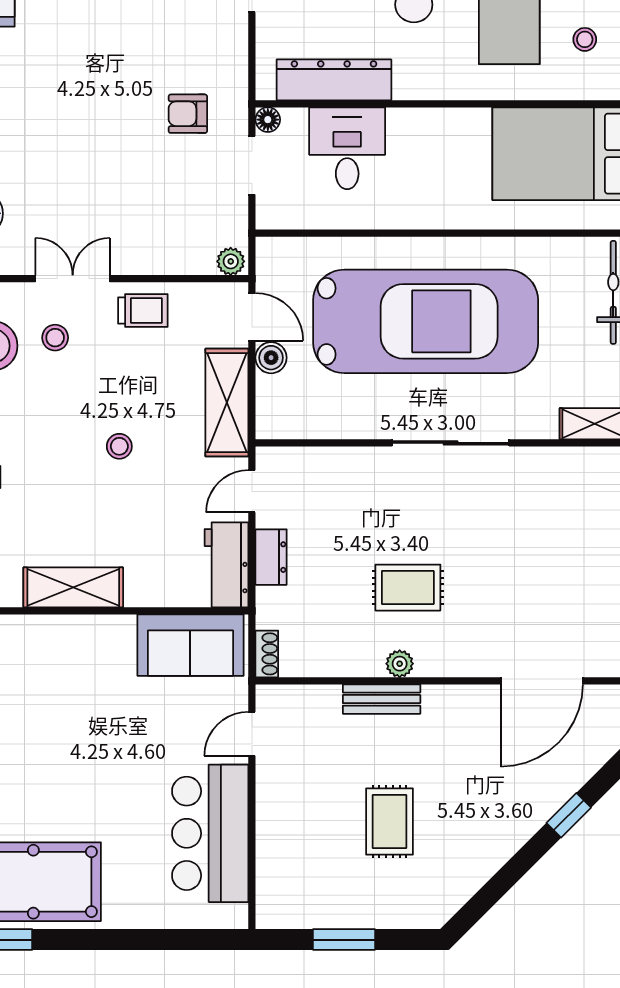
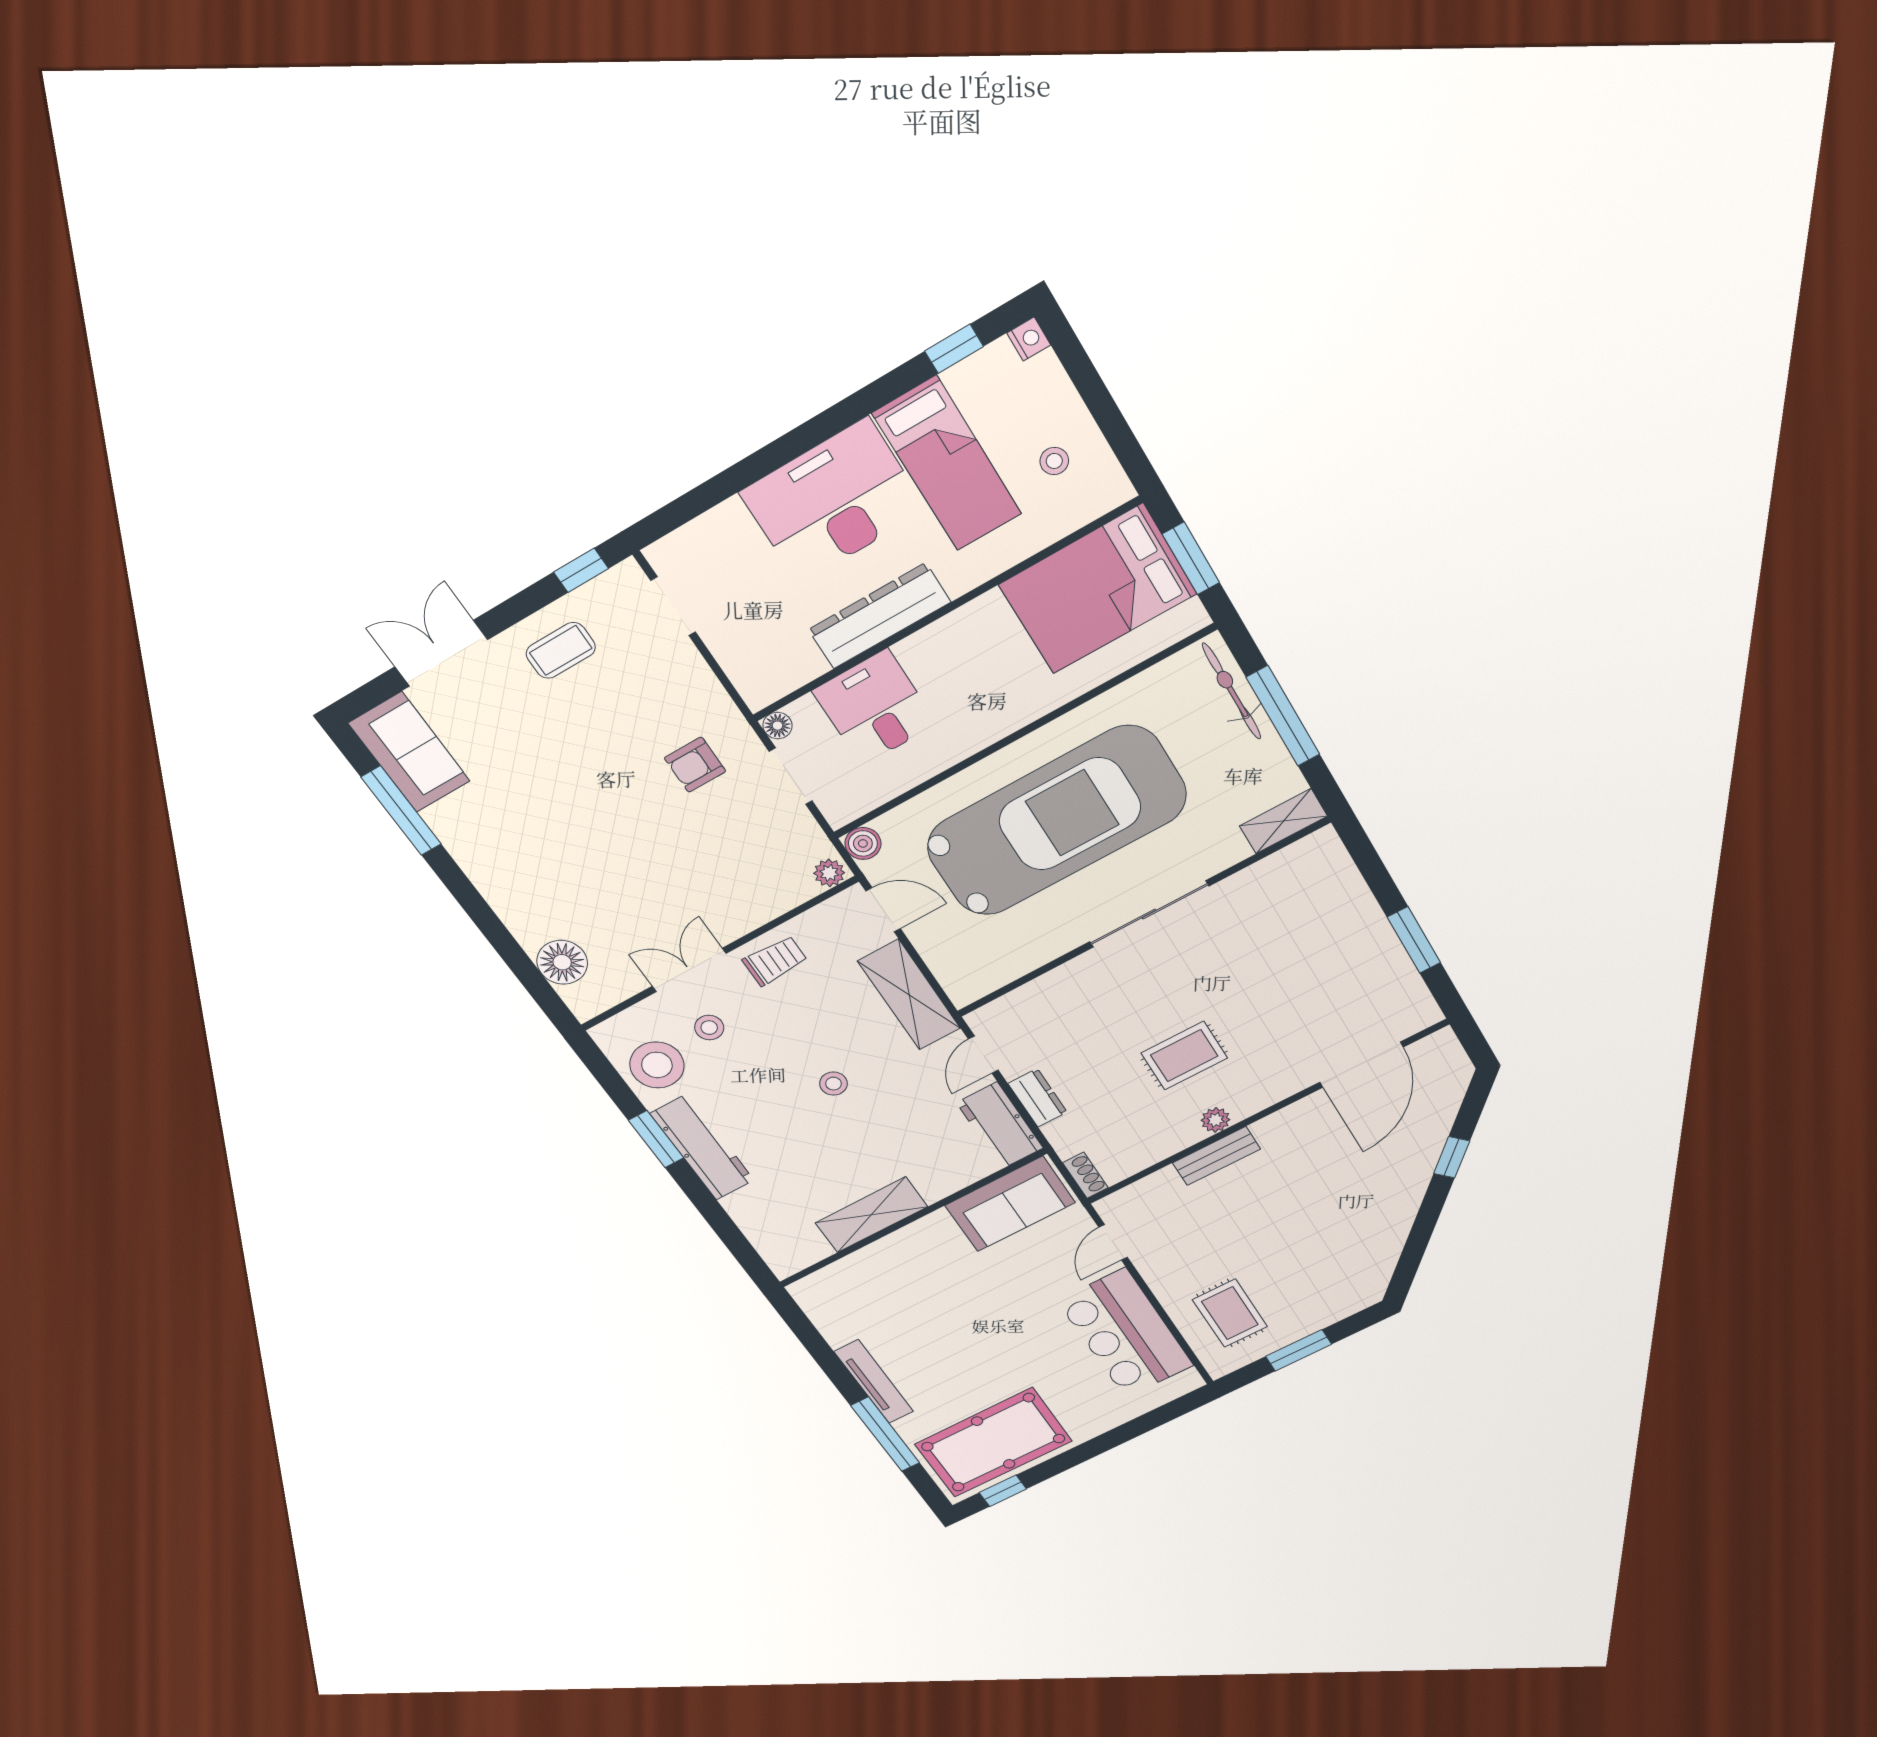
dresser: (334, 80) -> (879, 616), moved
boiler: (271, 358) -> (863, 843), moved
rug: (389, 822) -> (1230, 1313), moved

